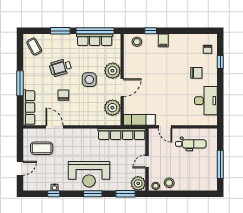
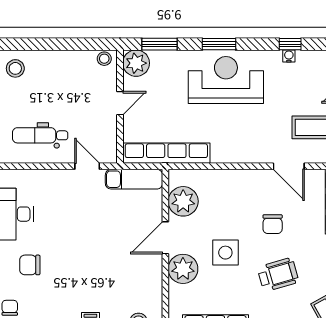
stool: (169, 183) -> (15, 68), moved

